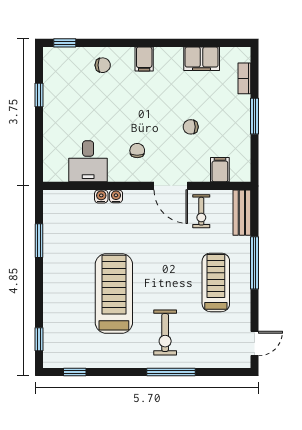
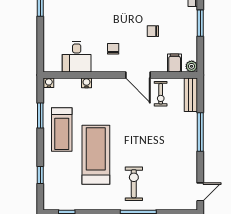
plant: (243, 174) -> (192, 66), added
water cooler: (116, 196) -> (49, 83), moved
treadmill: (216, 282) -> (62, 130), moved, turned 180
exercise bike: (165, 332) -> (134, 184), turned 180
window: (39, 339) -> (40, 175), moved

